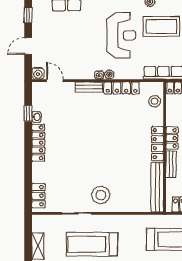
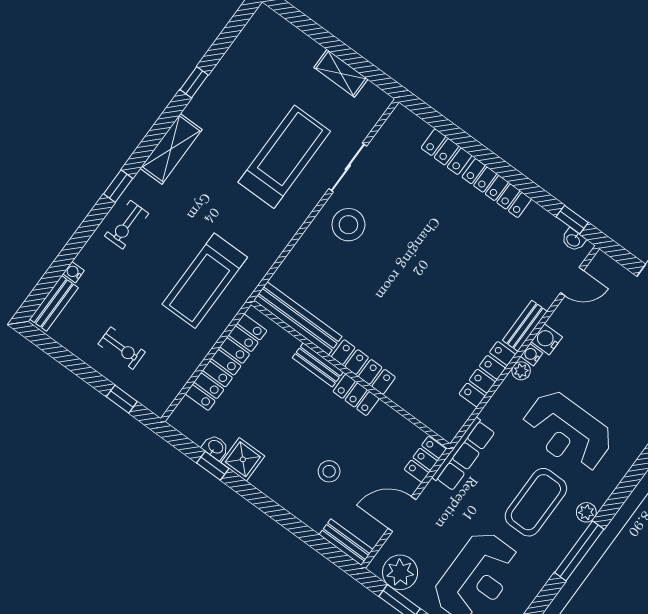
water cooler: (38, 73) -> (547, 339), moved
stool: (155, 101) -> (431, 410), removed
window: (28, 113) -> (572, 220), moved
washbasin: (36, 117) -> (573, 240), moved
locker: (38, 196) -> (446, 152), moved

